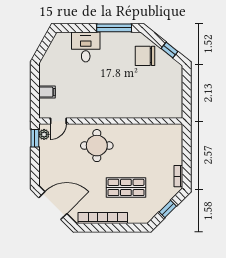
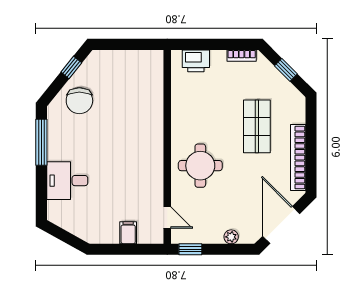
plant: (44, 134) -> (231, 237), moved
printer: (174, 142) -> (196, 61), added

